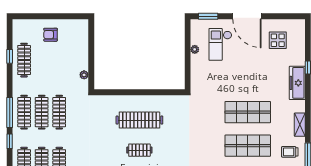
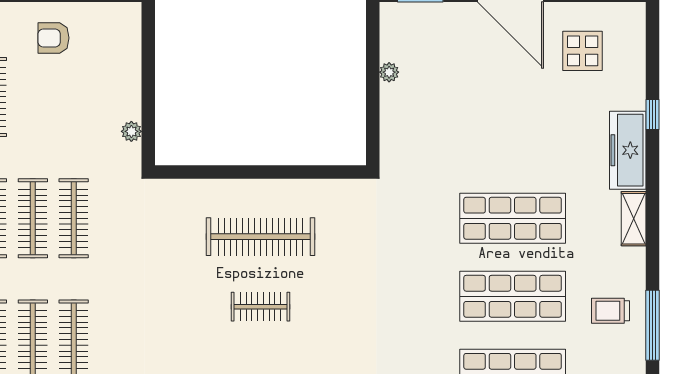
checkout: (220, 44) -> (449, 61), removed
shelving: (300, 125) -> (634, 219), moved

